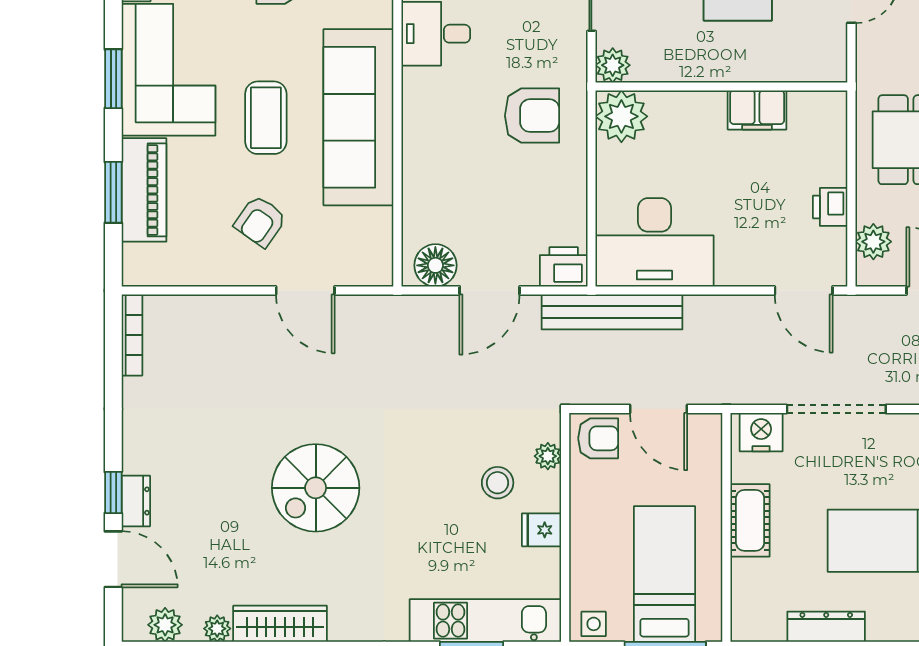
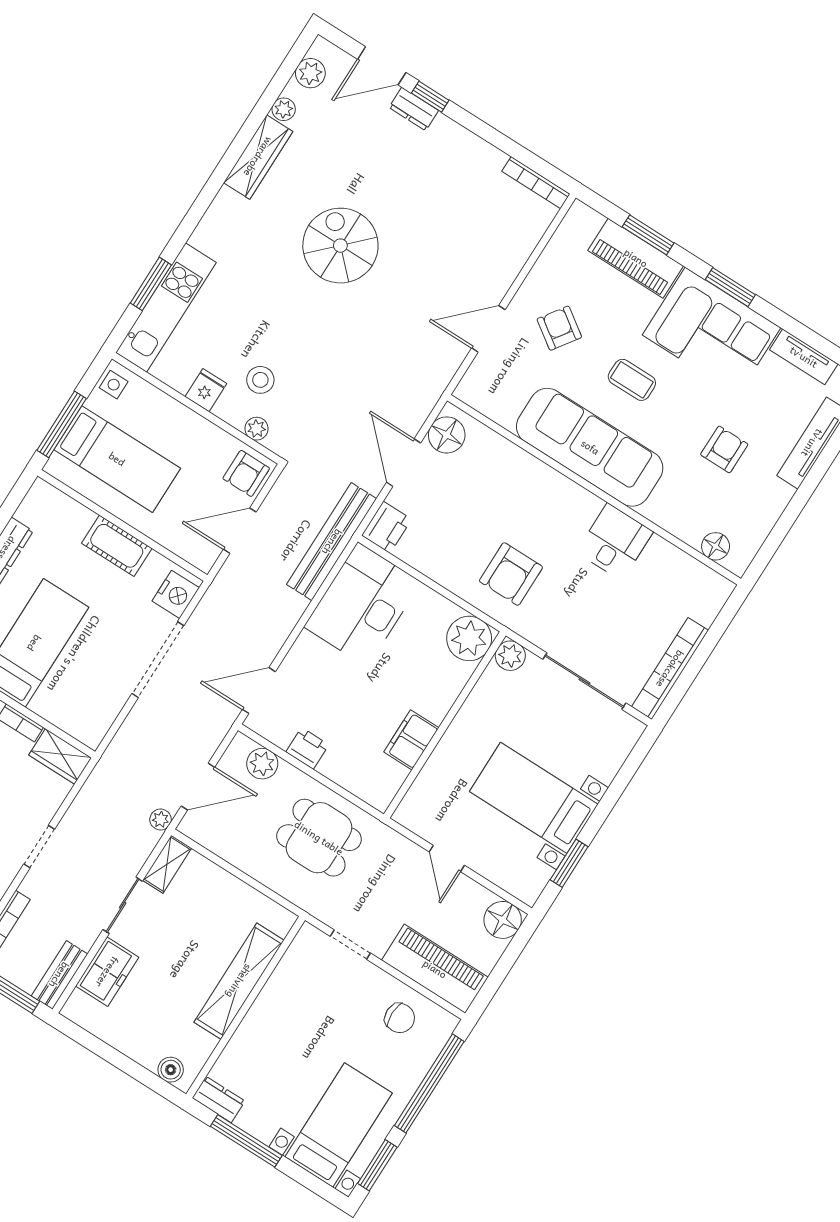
coffee table: (266, 118) -> (632, 380), width x0.73, depth x0.77

